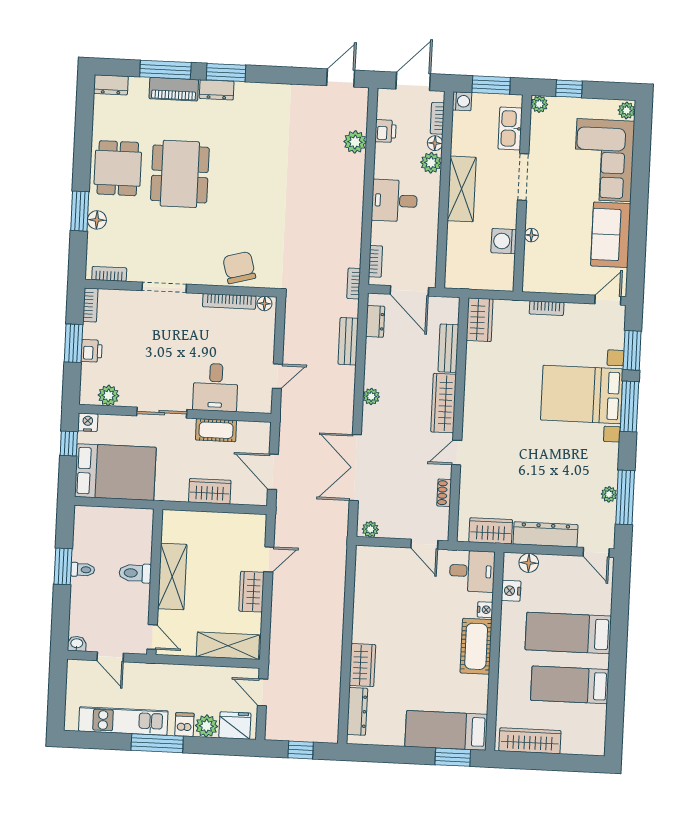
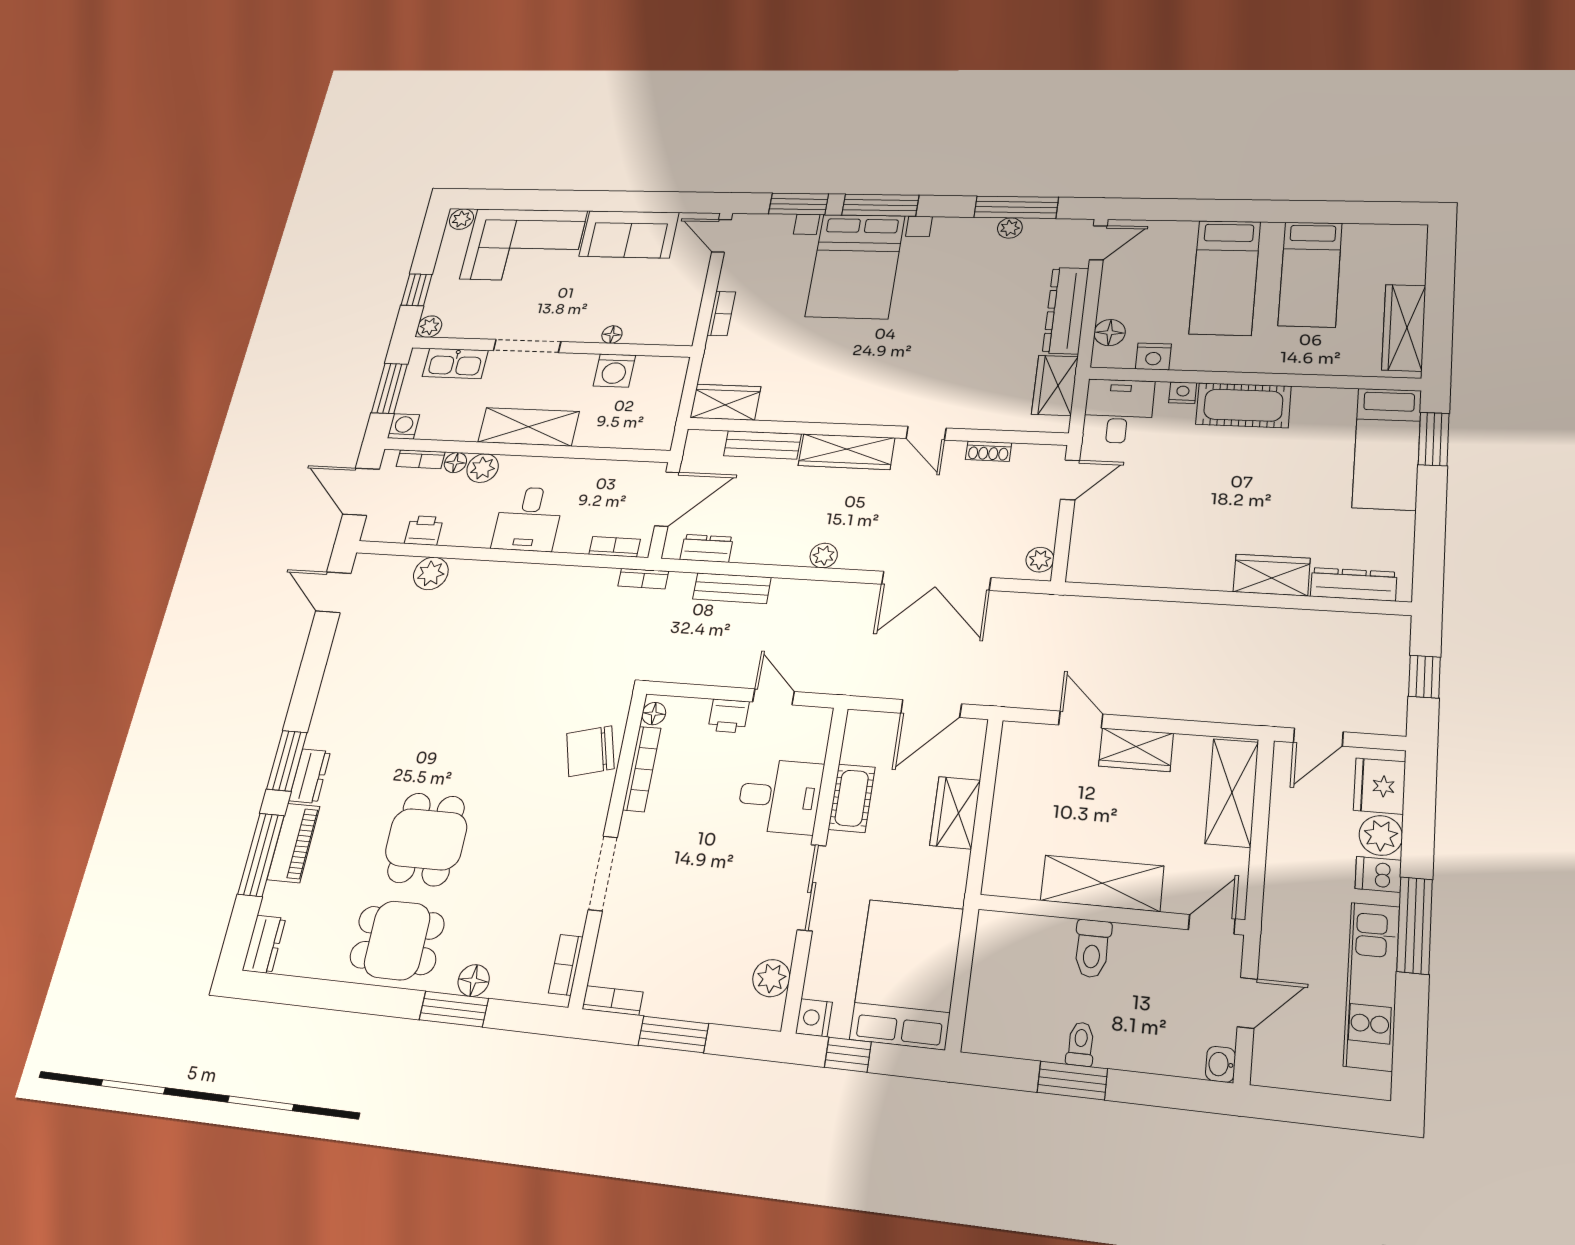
dining table: (180, 174) -> (426, 839), width x0.73
printer: (92, 351) -> (728, 716), moved, turned 180

